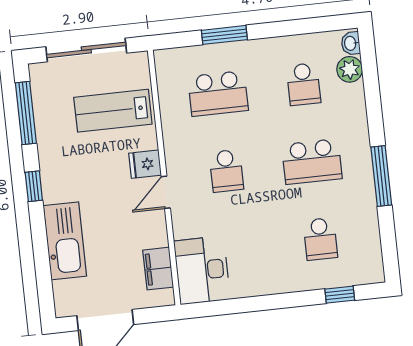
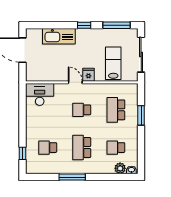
filing cabinet: (158, 269) -> (42, 76), removed

